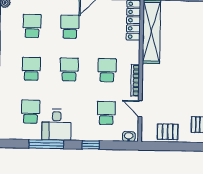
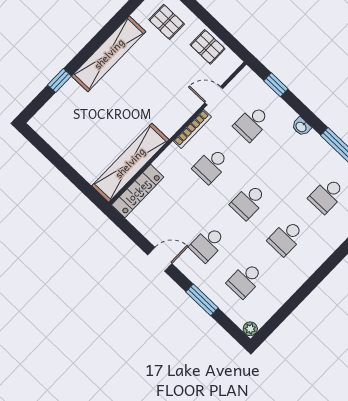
door: (140, 109) -> (214, 96), swing flipped
desk: (57, 125) -> (313, 158), removed
washbasin: (129, 136) -> (301, 127), moved
window: (91, 145) -> (276, 85), moved

